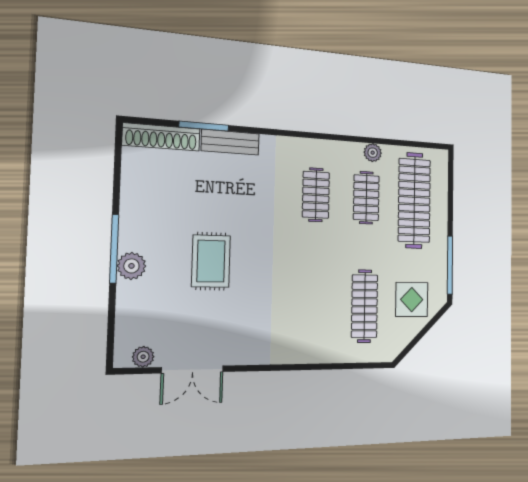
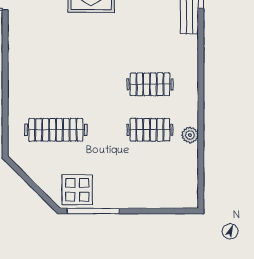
clothes rail: (414, 200) -> (150, 175), removed
display table: (412, 300) -> (77, 190), moved

